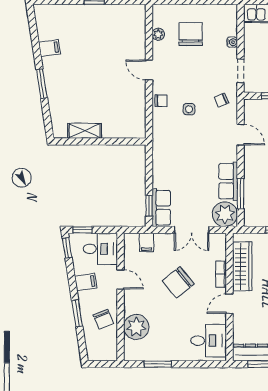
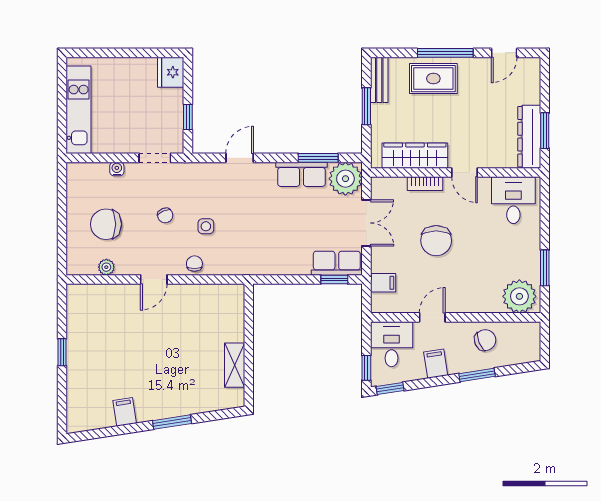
chair: (221, 100) -> (165, 215), moved
chair: (178, 282) -> (436, 241), turned 39
plant: (136, 327) -> (519, 296), moved

